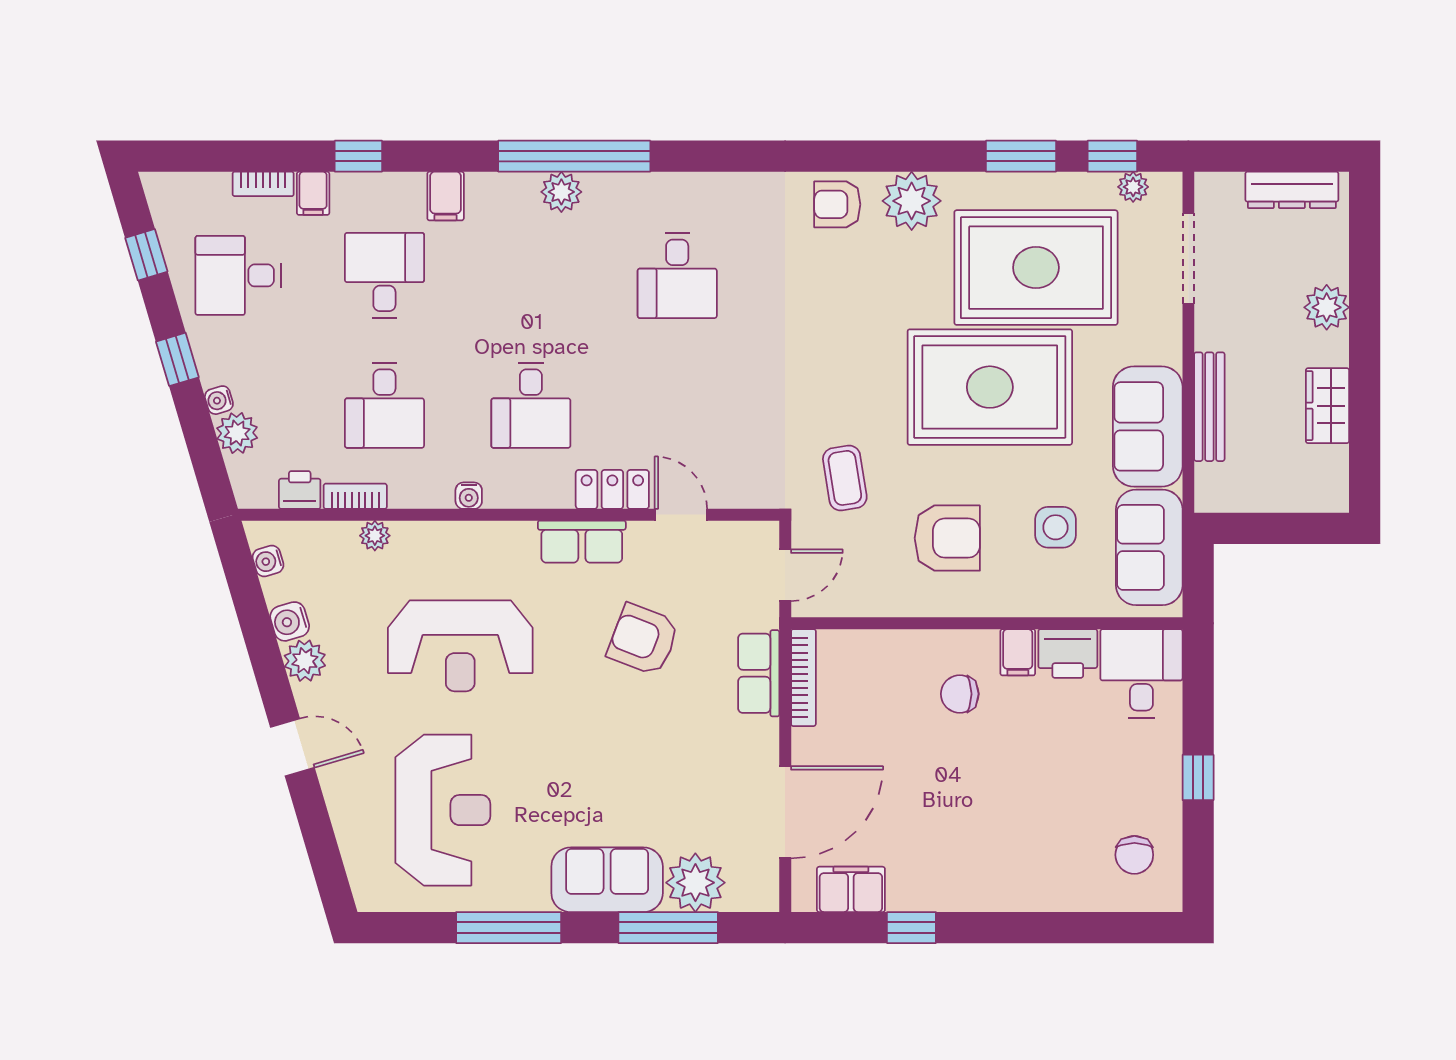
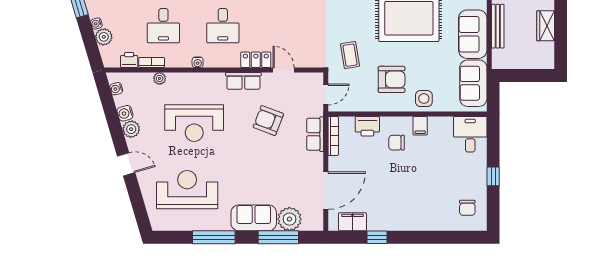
side table: (1056, 527) -> (424, 99), moved
printer: (1068, 653) -> (367, 126), moved
reception desk: (443, 810) -> (187, 190), turned -90

